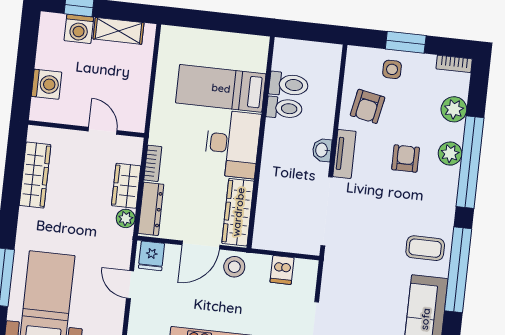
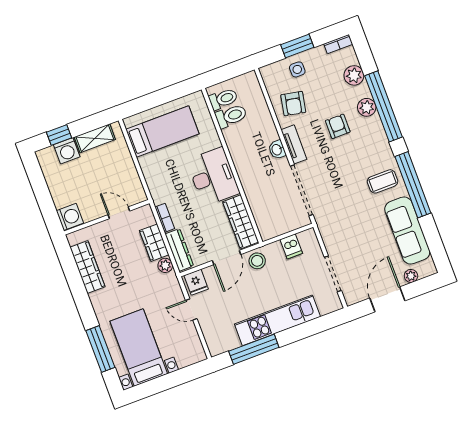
washing machine: (46, 84) -> (70, 217), moved
bed: (221, 88) -> (163, 132), moved, turned 180
toilet: (284, 108) -> (223, 99), moved

